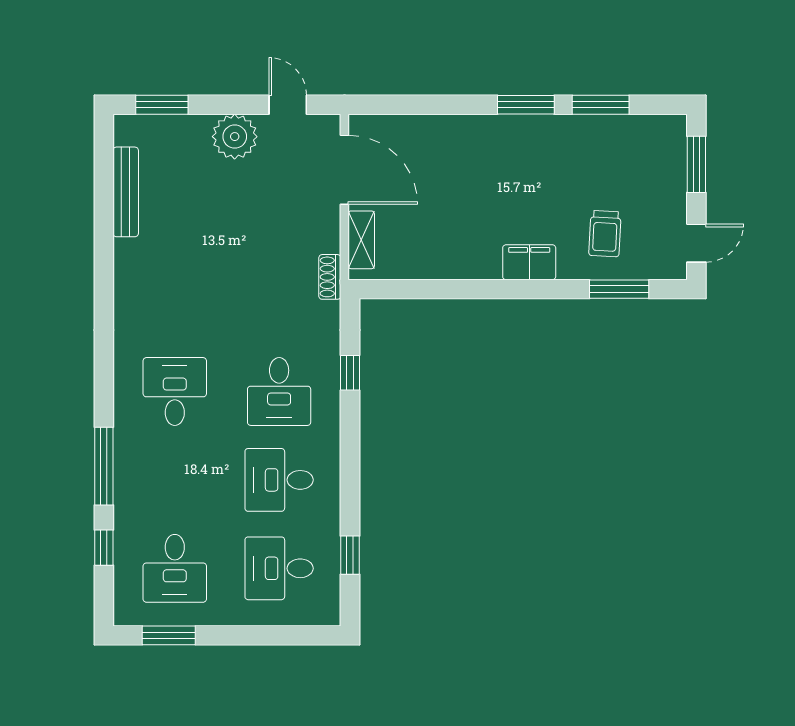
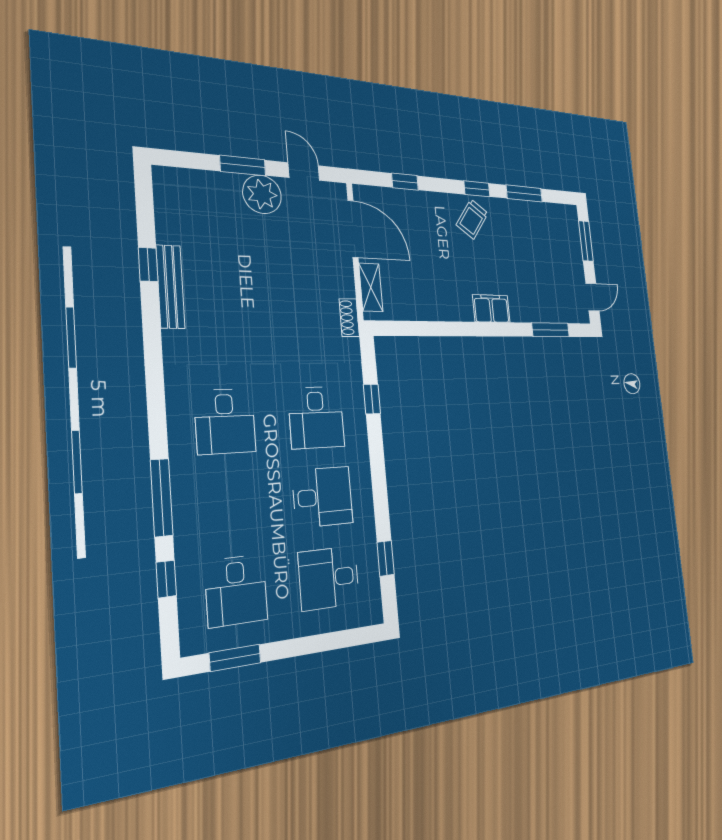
window: (162, 105) -> (243, 166), moved
window: (421, 105) -> (405, 182), added
window: (526, 105) -> (477, 189), width x0.67
bench: (126, 192) -> (170, 287), moved
window: (104, 224) -> (148, 264), added
trolley: (605, 234) -> (472, 219), moved, turned 33
desk: (175, 392) -> (225, 421), turned 180
desk: (279, 480) -> (323, 497), turned 180

